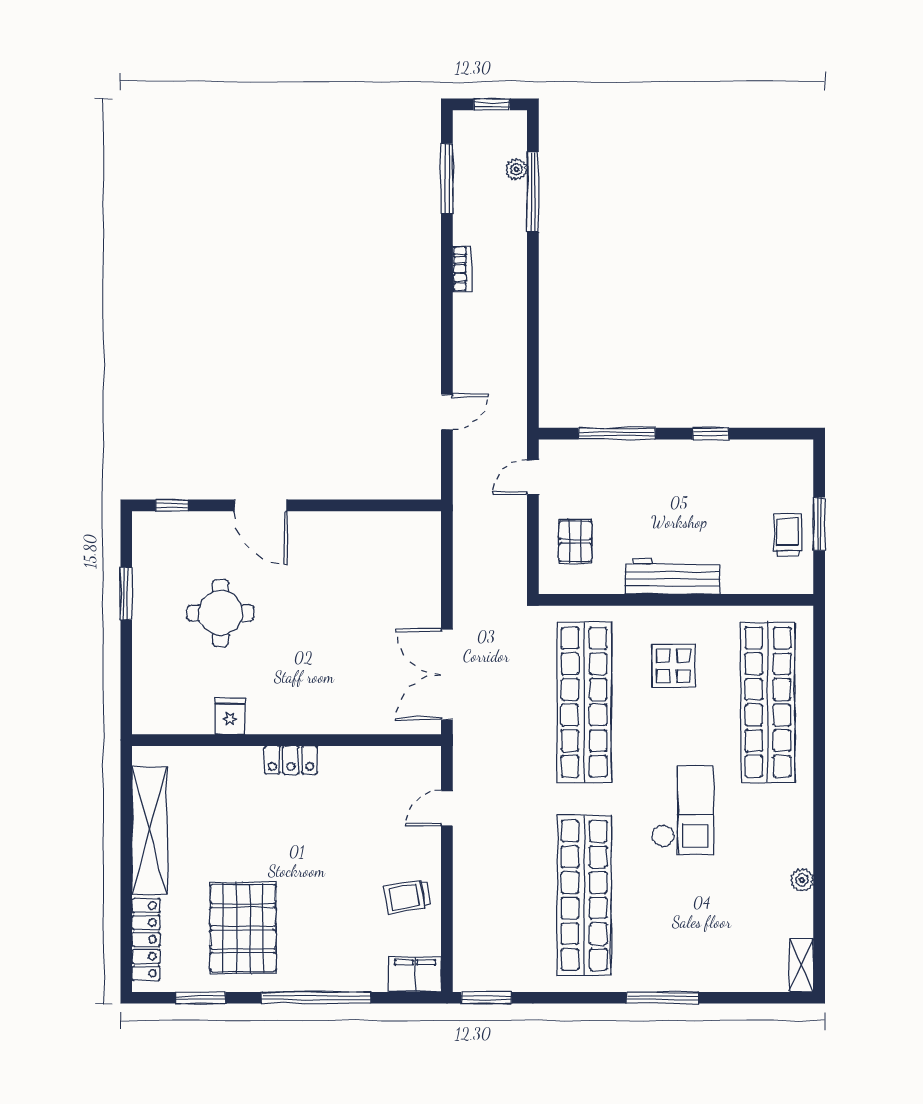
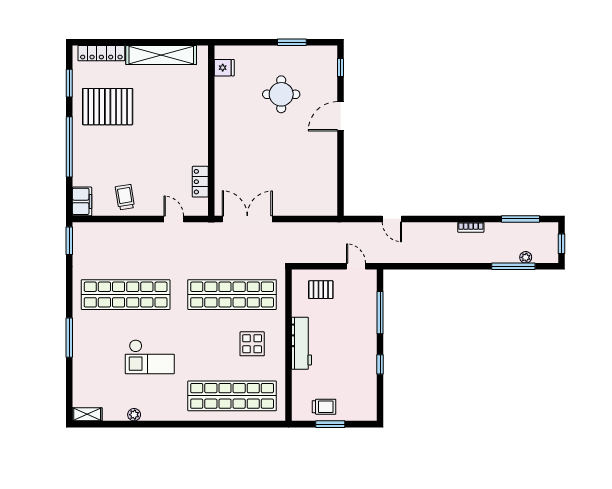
fridge: (230, 716) -> (224, 68), moved
locker: (291, 760) -> (200, 182), moved
checkout: (683, 810) -> (150, 357), moved

